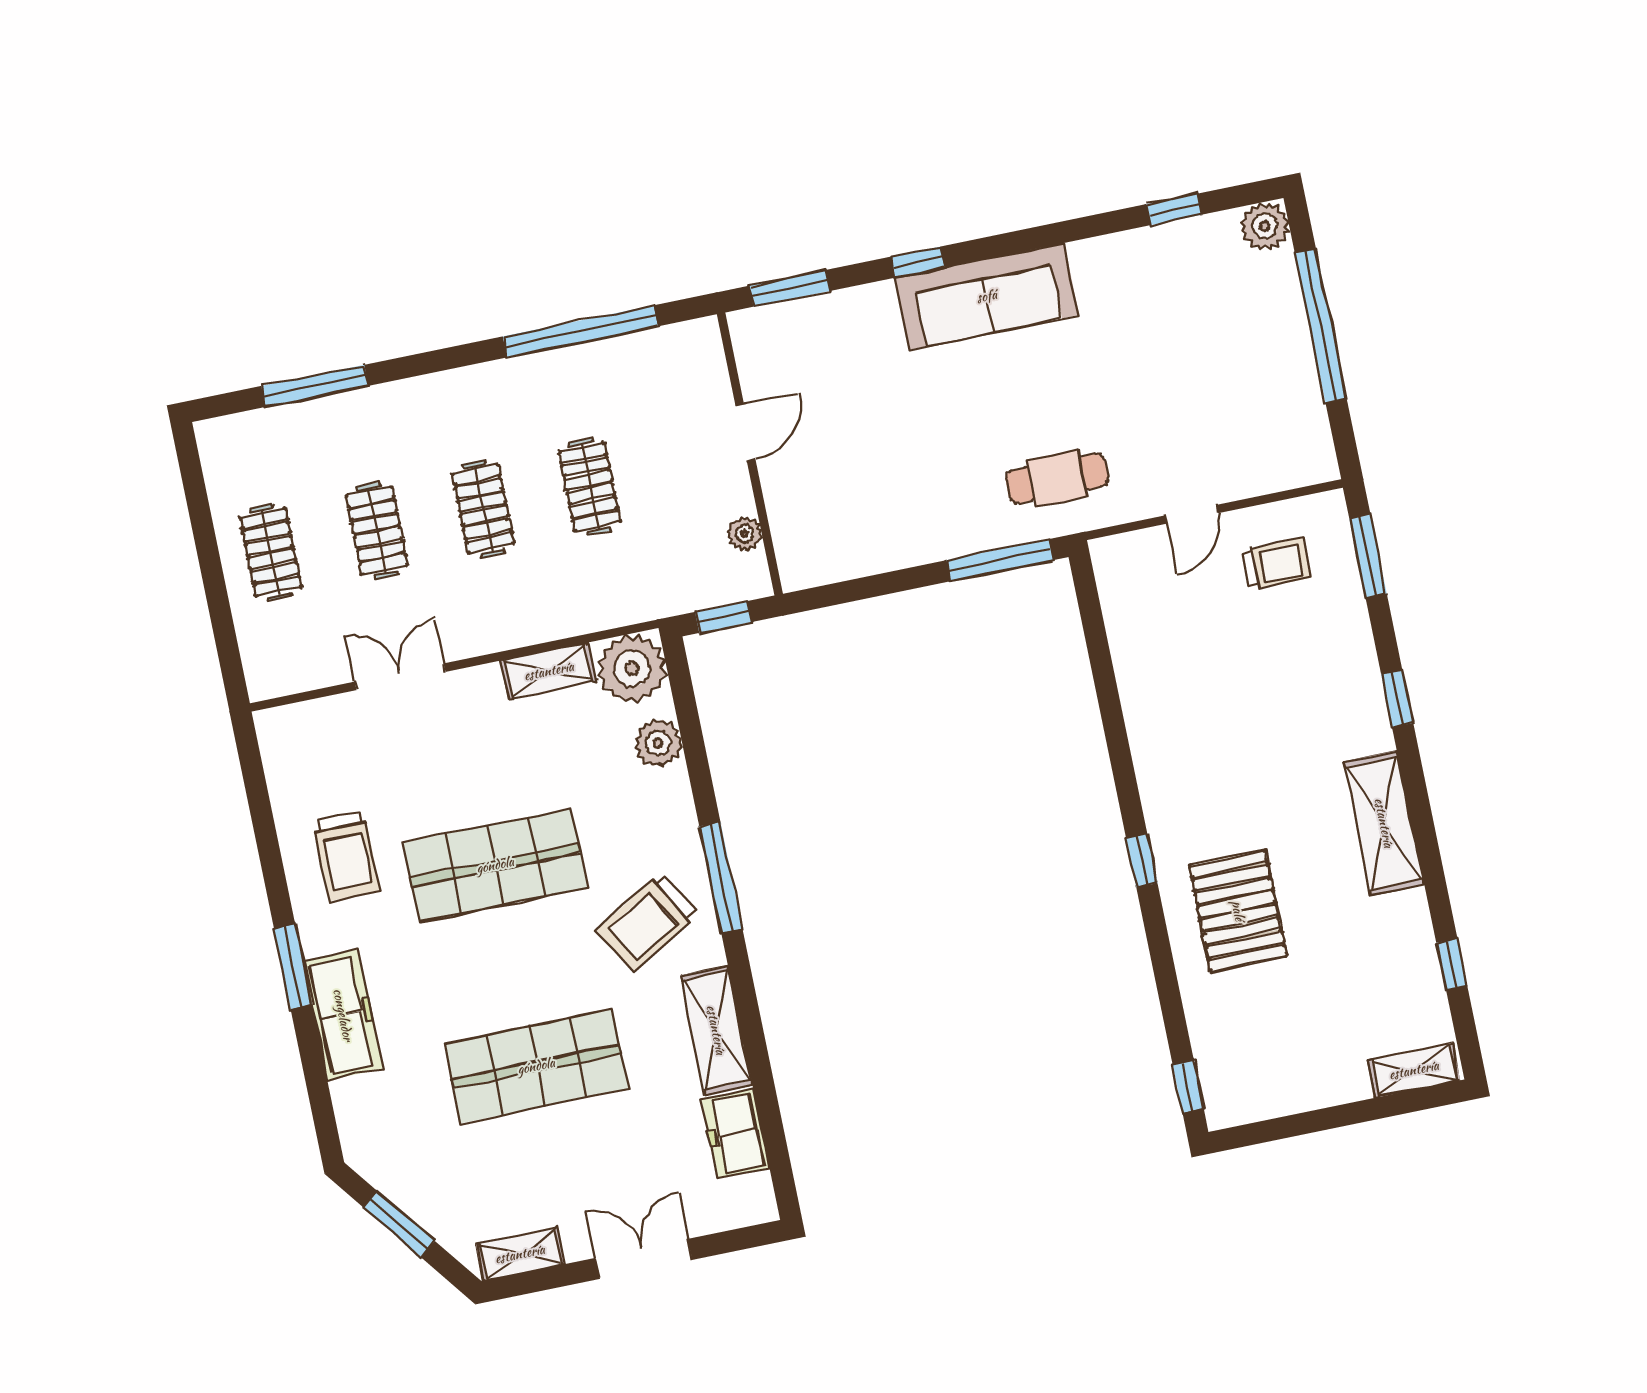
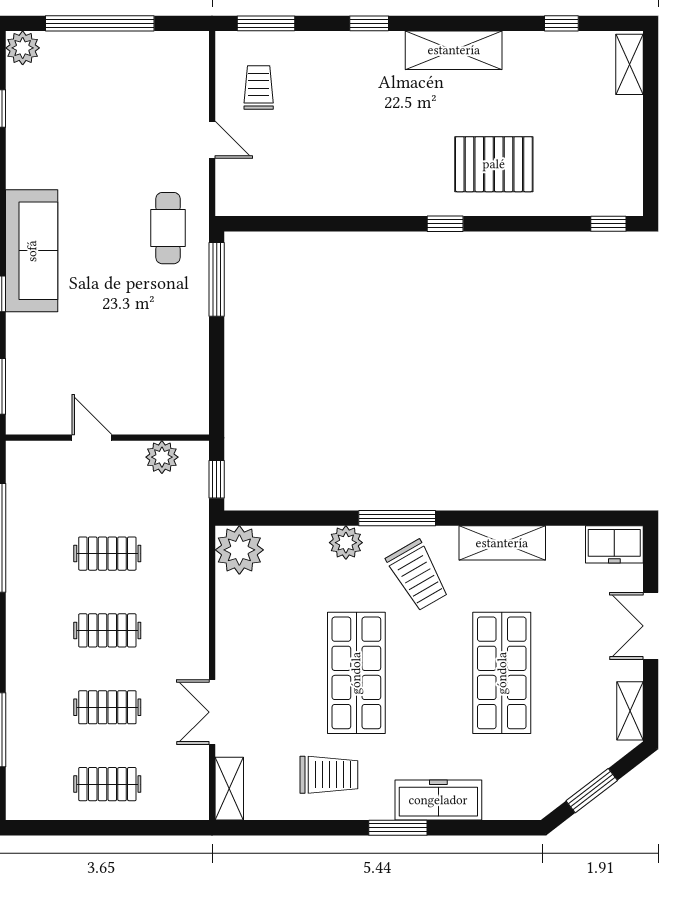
plant: (745, 534) -> (162, 457), width x1.38, depth x1.38
shelving: (549, 671) -> (229, 789), moved
plant: (658, 743) -> (346, 543), moved
freezer: (735, 1133) -> (614, 544), moved

